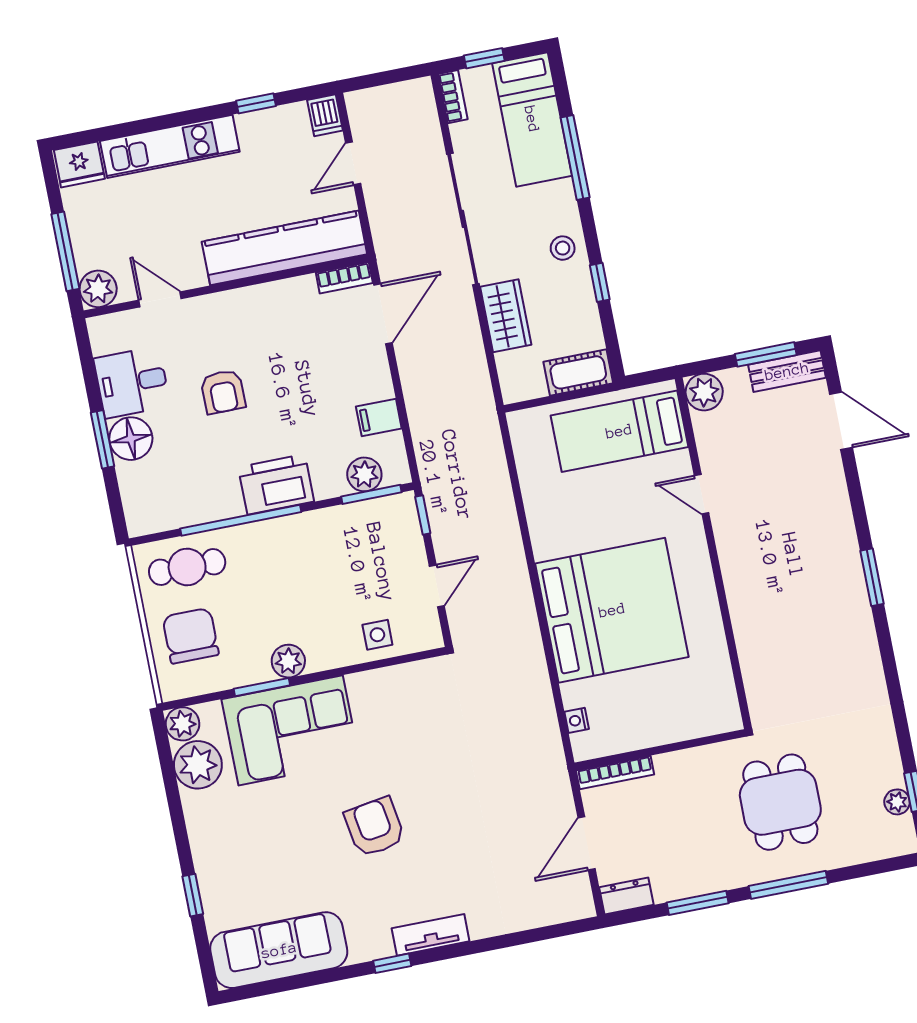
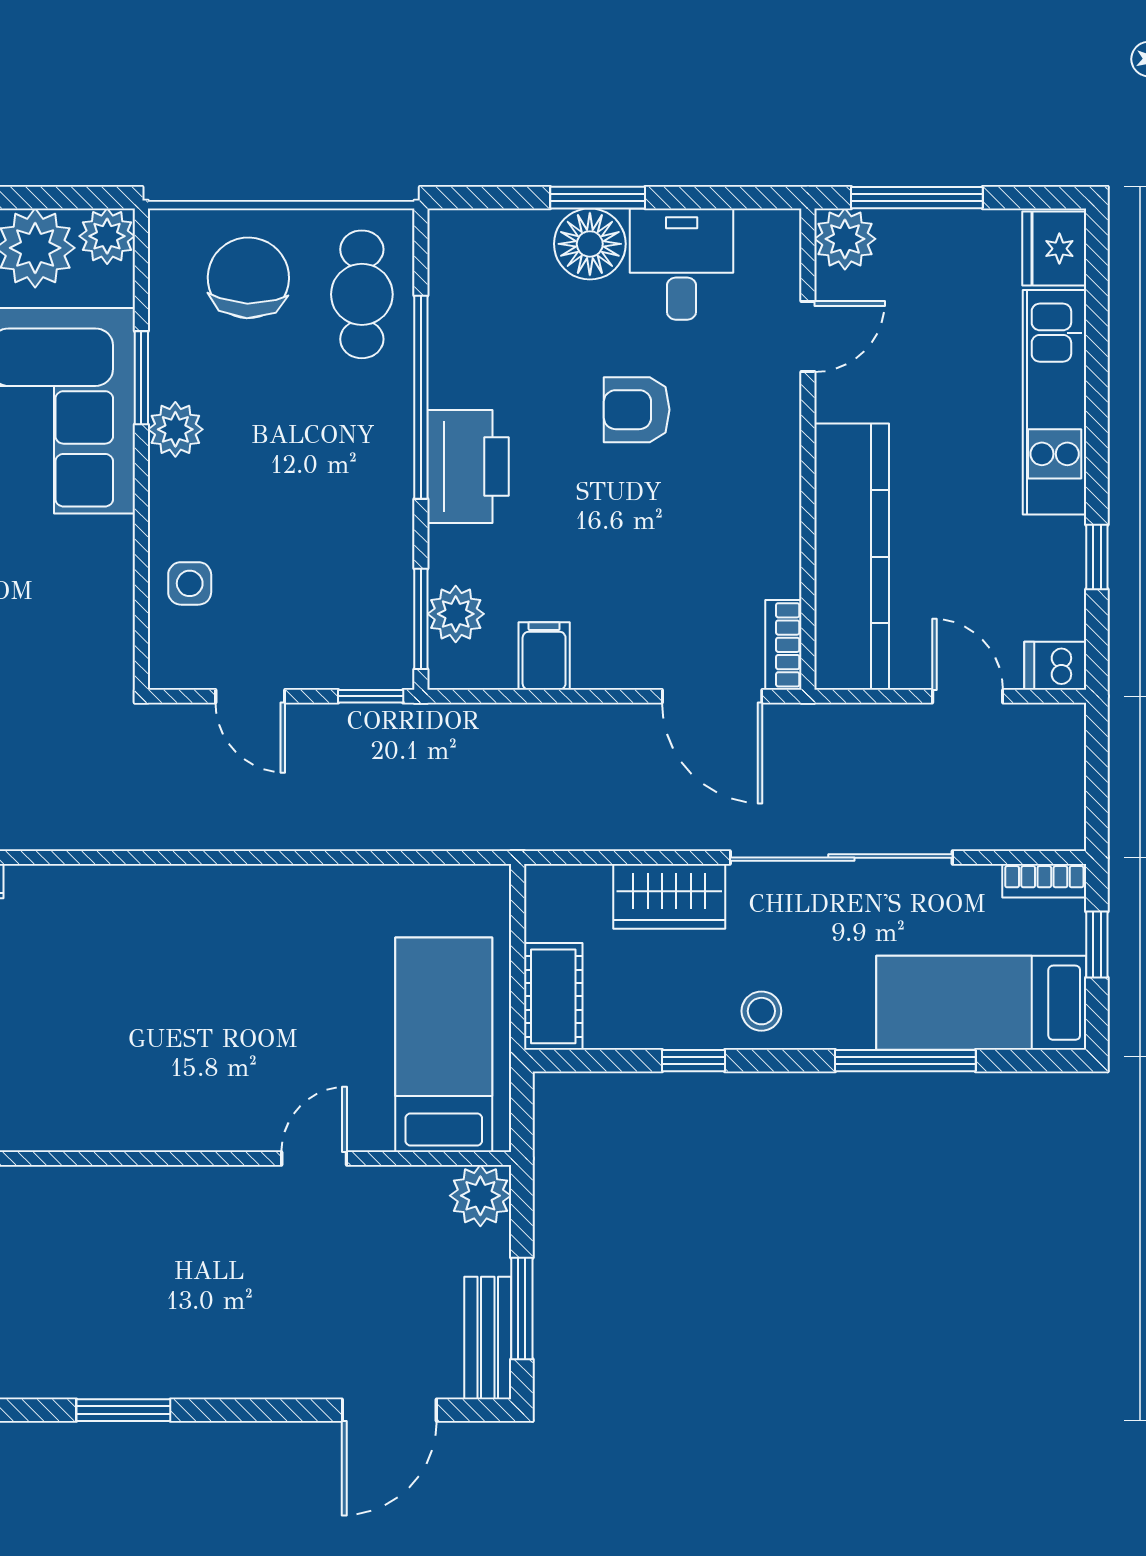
bed: (612, 610) -> (154, 974), removed
chair: (191, 636) -> (248, 278), turned -88

